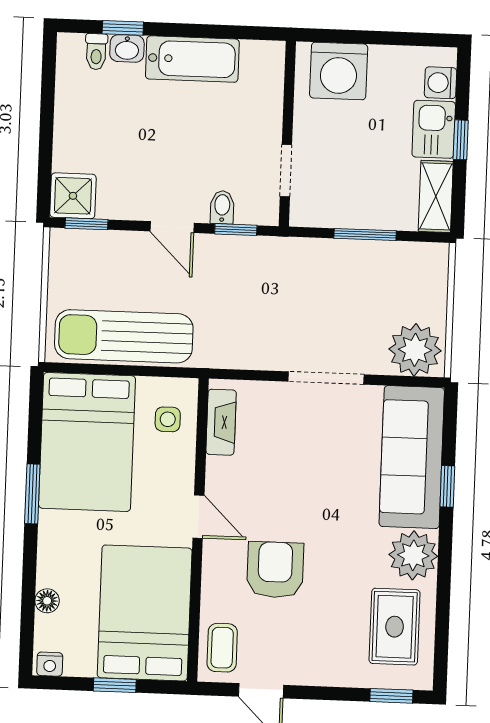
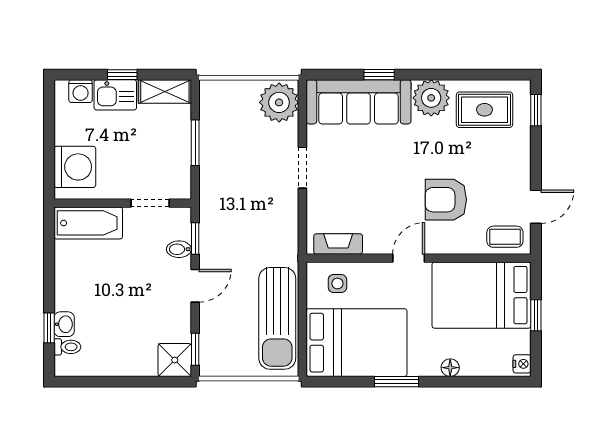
bathtub: (192, 59) -> (88, 223), moved, turned 90
doorway: (326, 378) -> (302, 168), width x0.73
floor lamp: (47, 601) -> (450, 368), moved

